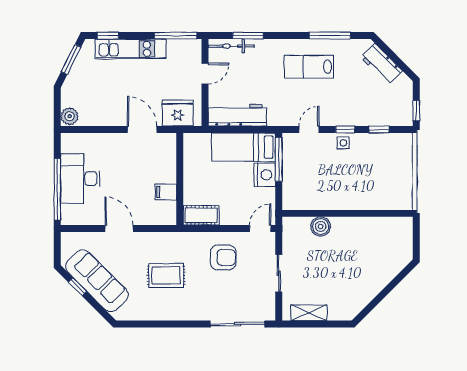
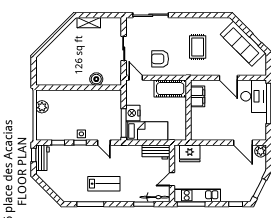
kitchen unit: (131, 49) -> (197, 195), moved
workbench: (382, 64) -> (42, 158), moved, turned 45
workbench: (237, 115) -> (156, 152), width x0.73
door: (142, 130) -> (243, 143), moved
door: (309, 130) -> (104, 143), hinge flipped
desk: (80, 179) -> (254, 96), moved
plant: (404, 184) -> (42, 107), added
filing cabinet: (166, 192) -> (198, 96), width x2.00
cot: (201, 215) -> (170, 89), width x1.37, depth x1.34
door: (260, 228) -> (136, 78), swing flipped
rug: (166, 275) -> (198, 47), turned 90
shelving: (309, 313) -> (89, 23), moved

